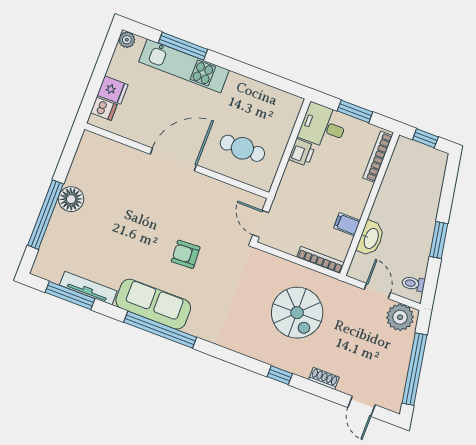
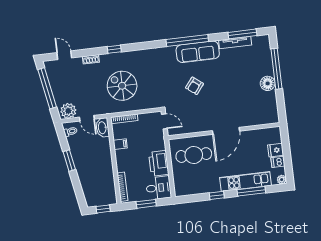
window: (240, 68) -> (217, 195), added
dishwasher: (104, 109) -> (278, 162), moved
cafe table: (242, 148) -> (194, 155), width x1.37, depth x1.35
printer: (302, 153) -> (159, 163), width x1.87, depth x1.48
washbasin: (371, 238) -> (102, 128), moved
armchair: (186, 254) -> (194, 86), turned 131

